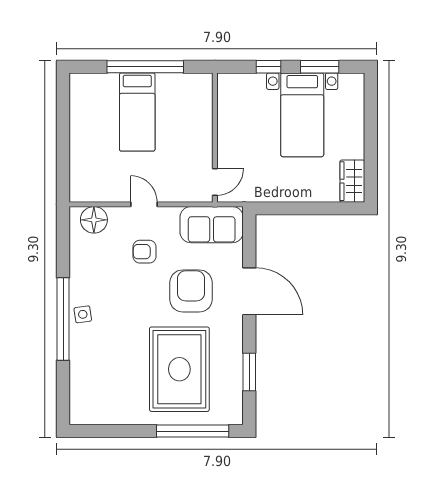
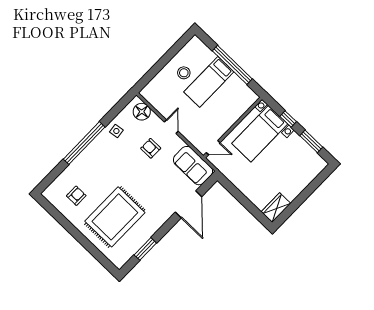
bed with nightstands: (302, 115) -> (260, 134), moved
stool: (99, 129) -> (184, 73), added
armchair: (191, 291) -> (76, 196), moved, width x0.53, depth x0.53
door: (249, 291) -> (188, 204), moved
side table: (83, 314) -> (116, 131), moved
window: (193, 431) -> (94, 251), removed

